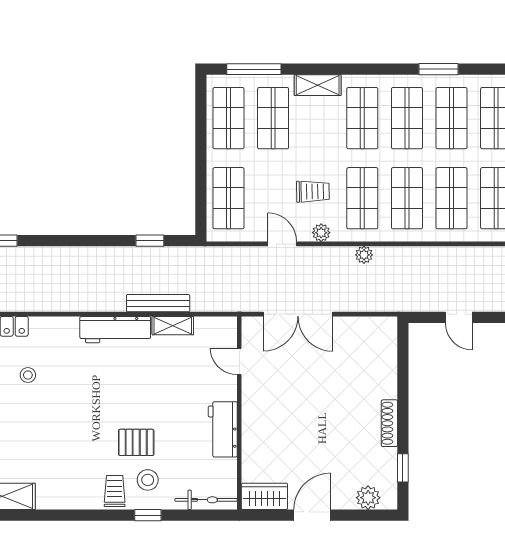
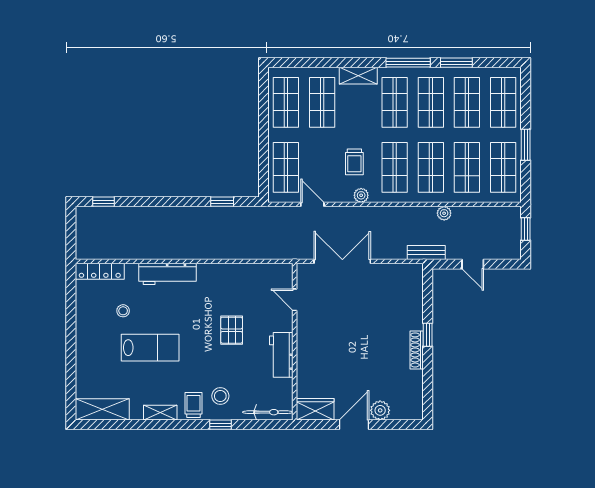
window: (254, 69) -> (408, 63), moved
trolley: (313, 192) -> (354, 162), turned 91
door: (282, 244) -> (312, 204), moved
plant: (364, 255) -> (444, 213), moved
bench: (158, 303) -> (426, 252), moved, width x0.73
double door: (298, 314) -> (342, 261), swing flipped
shelving: (173, 326) -> (160, 413), moved
workbench: (115, 330) -> (167, 274), moved
lab bench: (61, 420) -> (150, 348), added
pallet: (136, 442) -> (232, 330), moved, turned 90
window: (403, 468) -> (428, 335), moved
plant: (368, 498) -> (380, 410), moved

